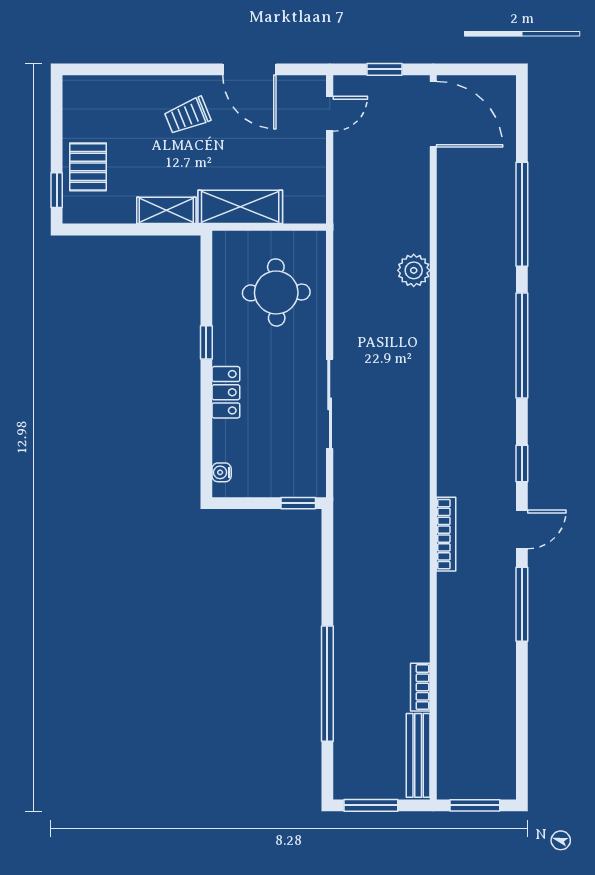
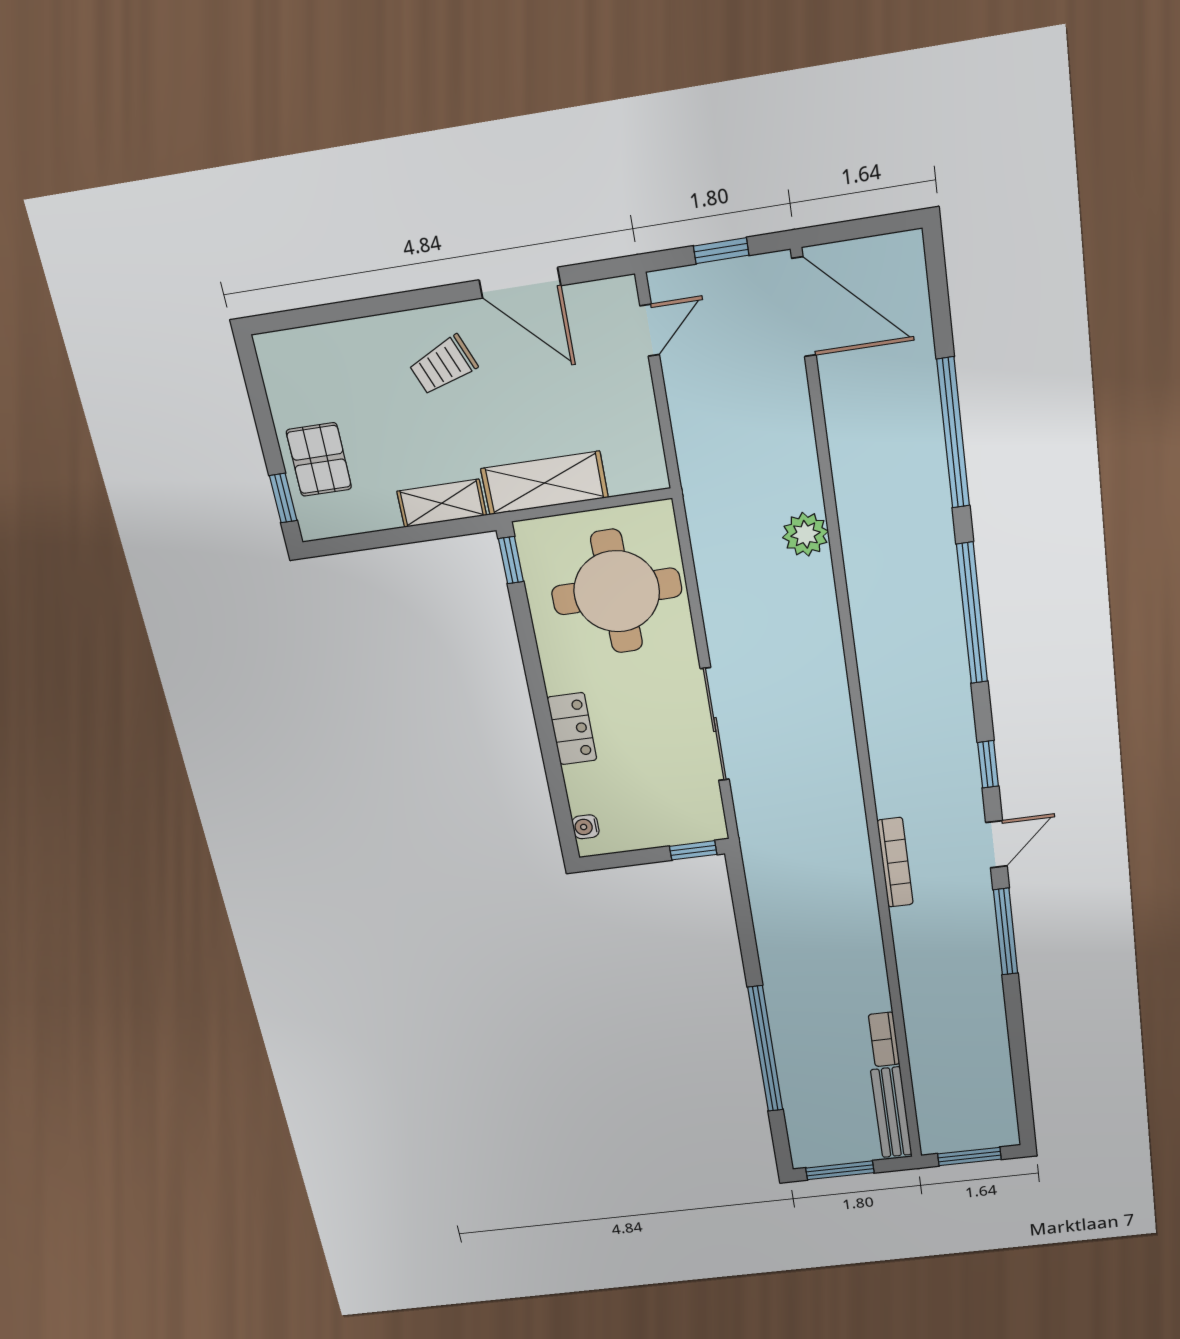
round table: (276, 292) -> (617, 591), width x1.36, depth x1.36
window: (206, 342) -> (511, 560), moved

